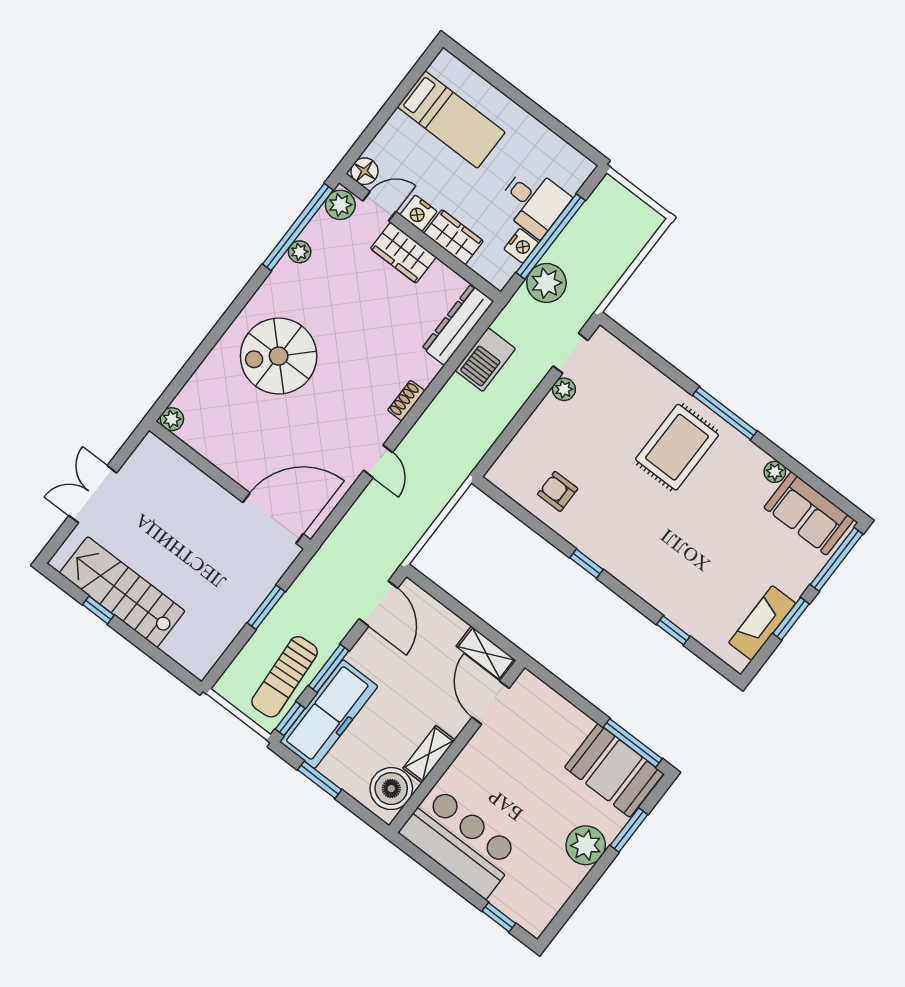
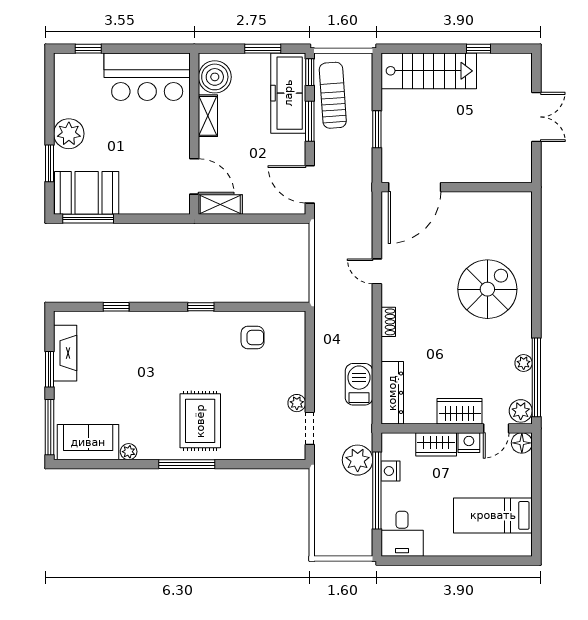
desk: (534, 202) -> (402, 534), moved, turned -90
plant: (172, 419) -> (523, 200), removed
stairs: (122, 592) -> (429, 71), moved

